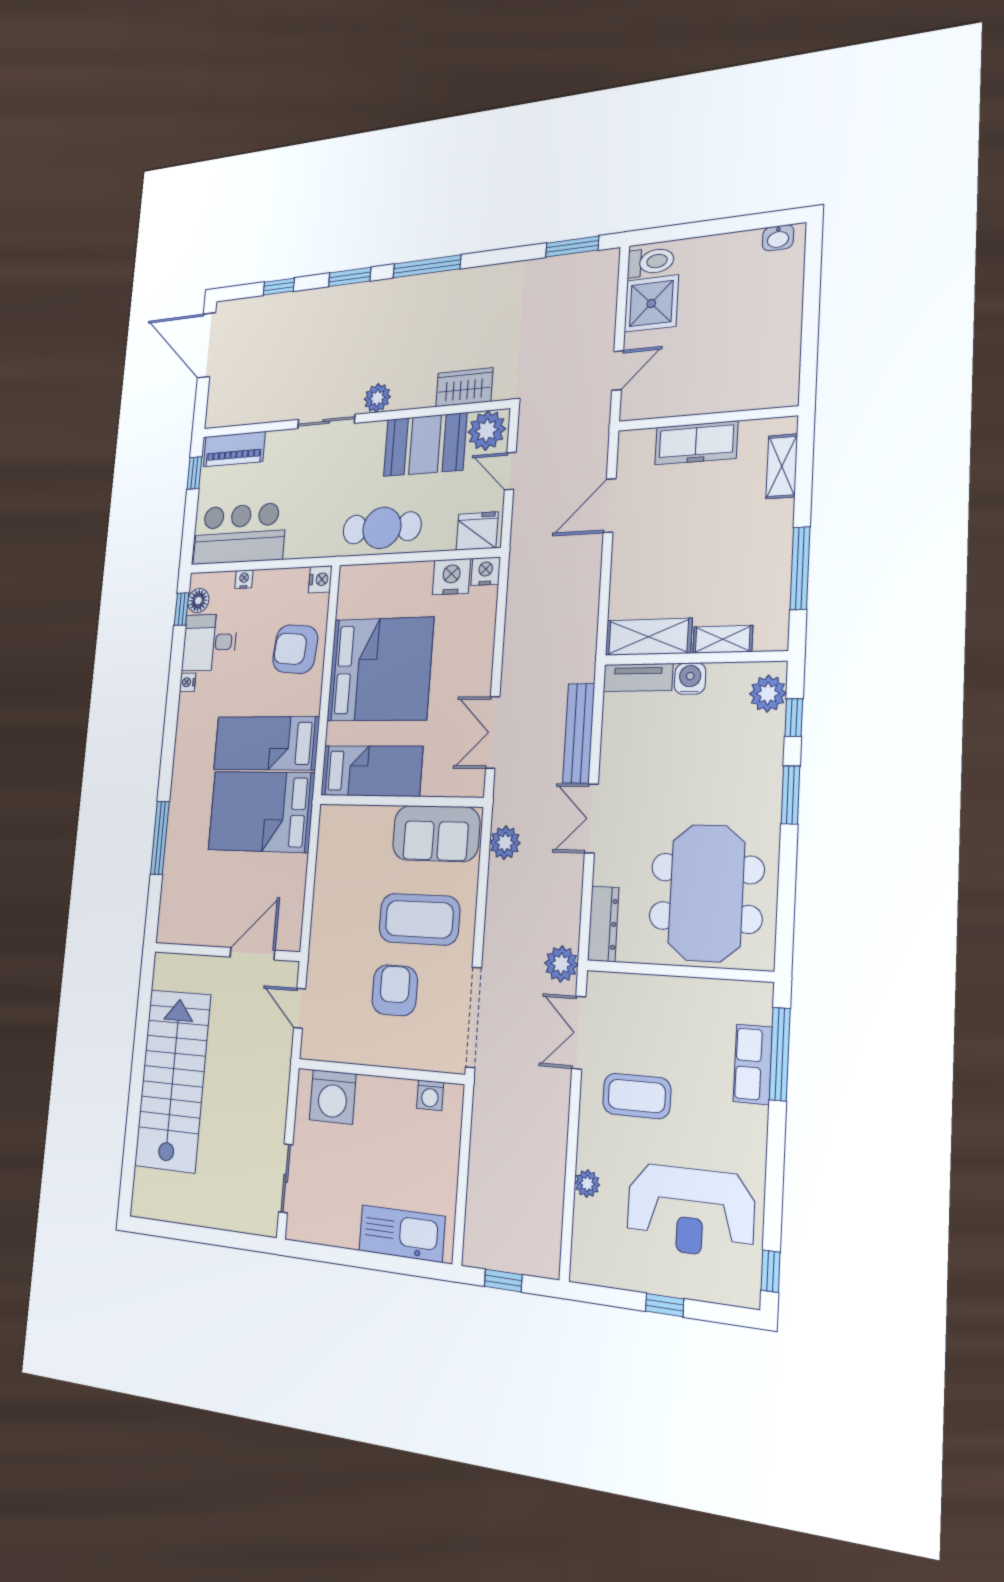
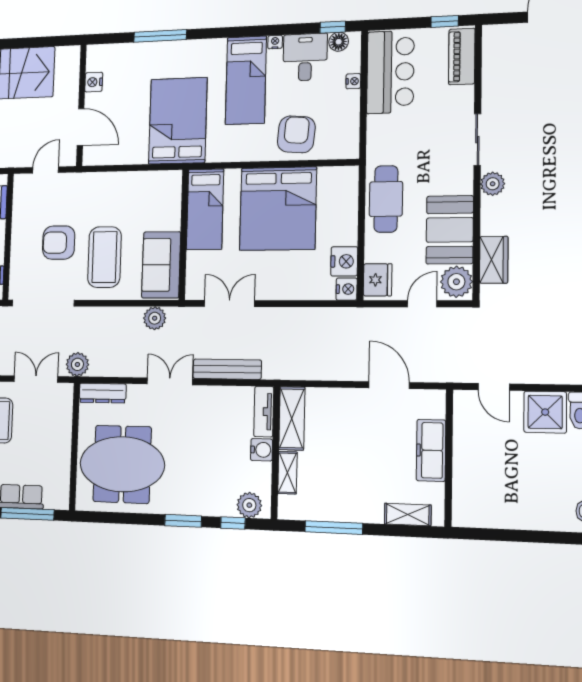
nightstand: (320, 579) -> (94, 82), moved, turned 90
bed: (266, 743) -> (246, 80), moved, turned 180
armchair: (395, 990) -> (59, 243), turned 180

